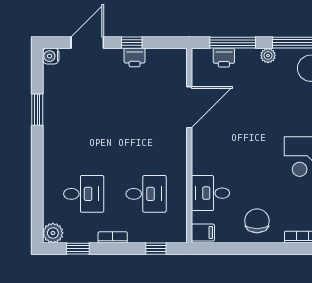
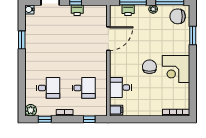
chair: (257, 221) -> (149, 67), moved

